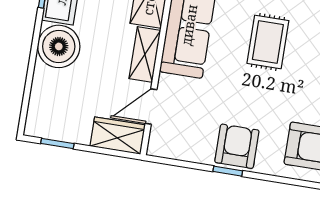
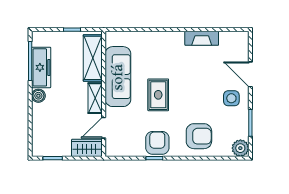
rug: (268, 42) -> (158, 95), moved
boiler: (59, 46) -> (38, 96), width x0.54, depth x0.54

